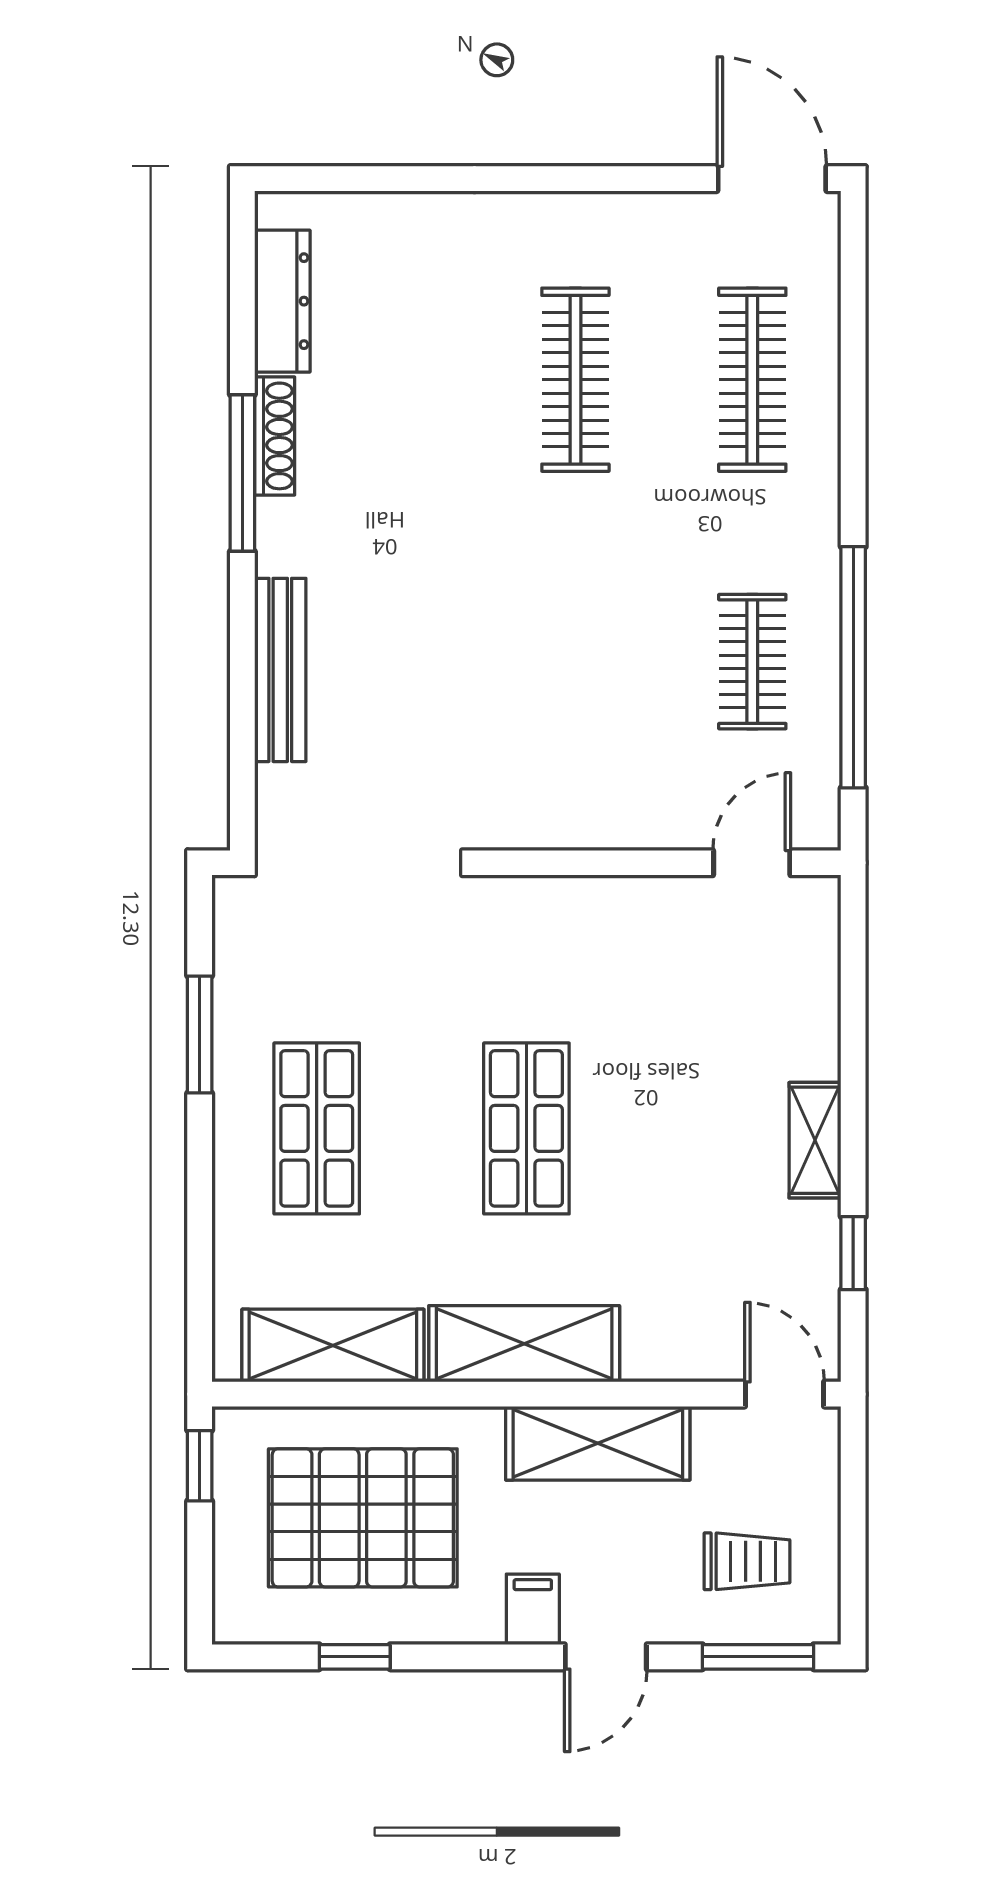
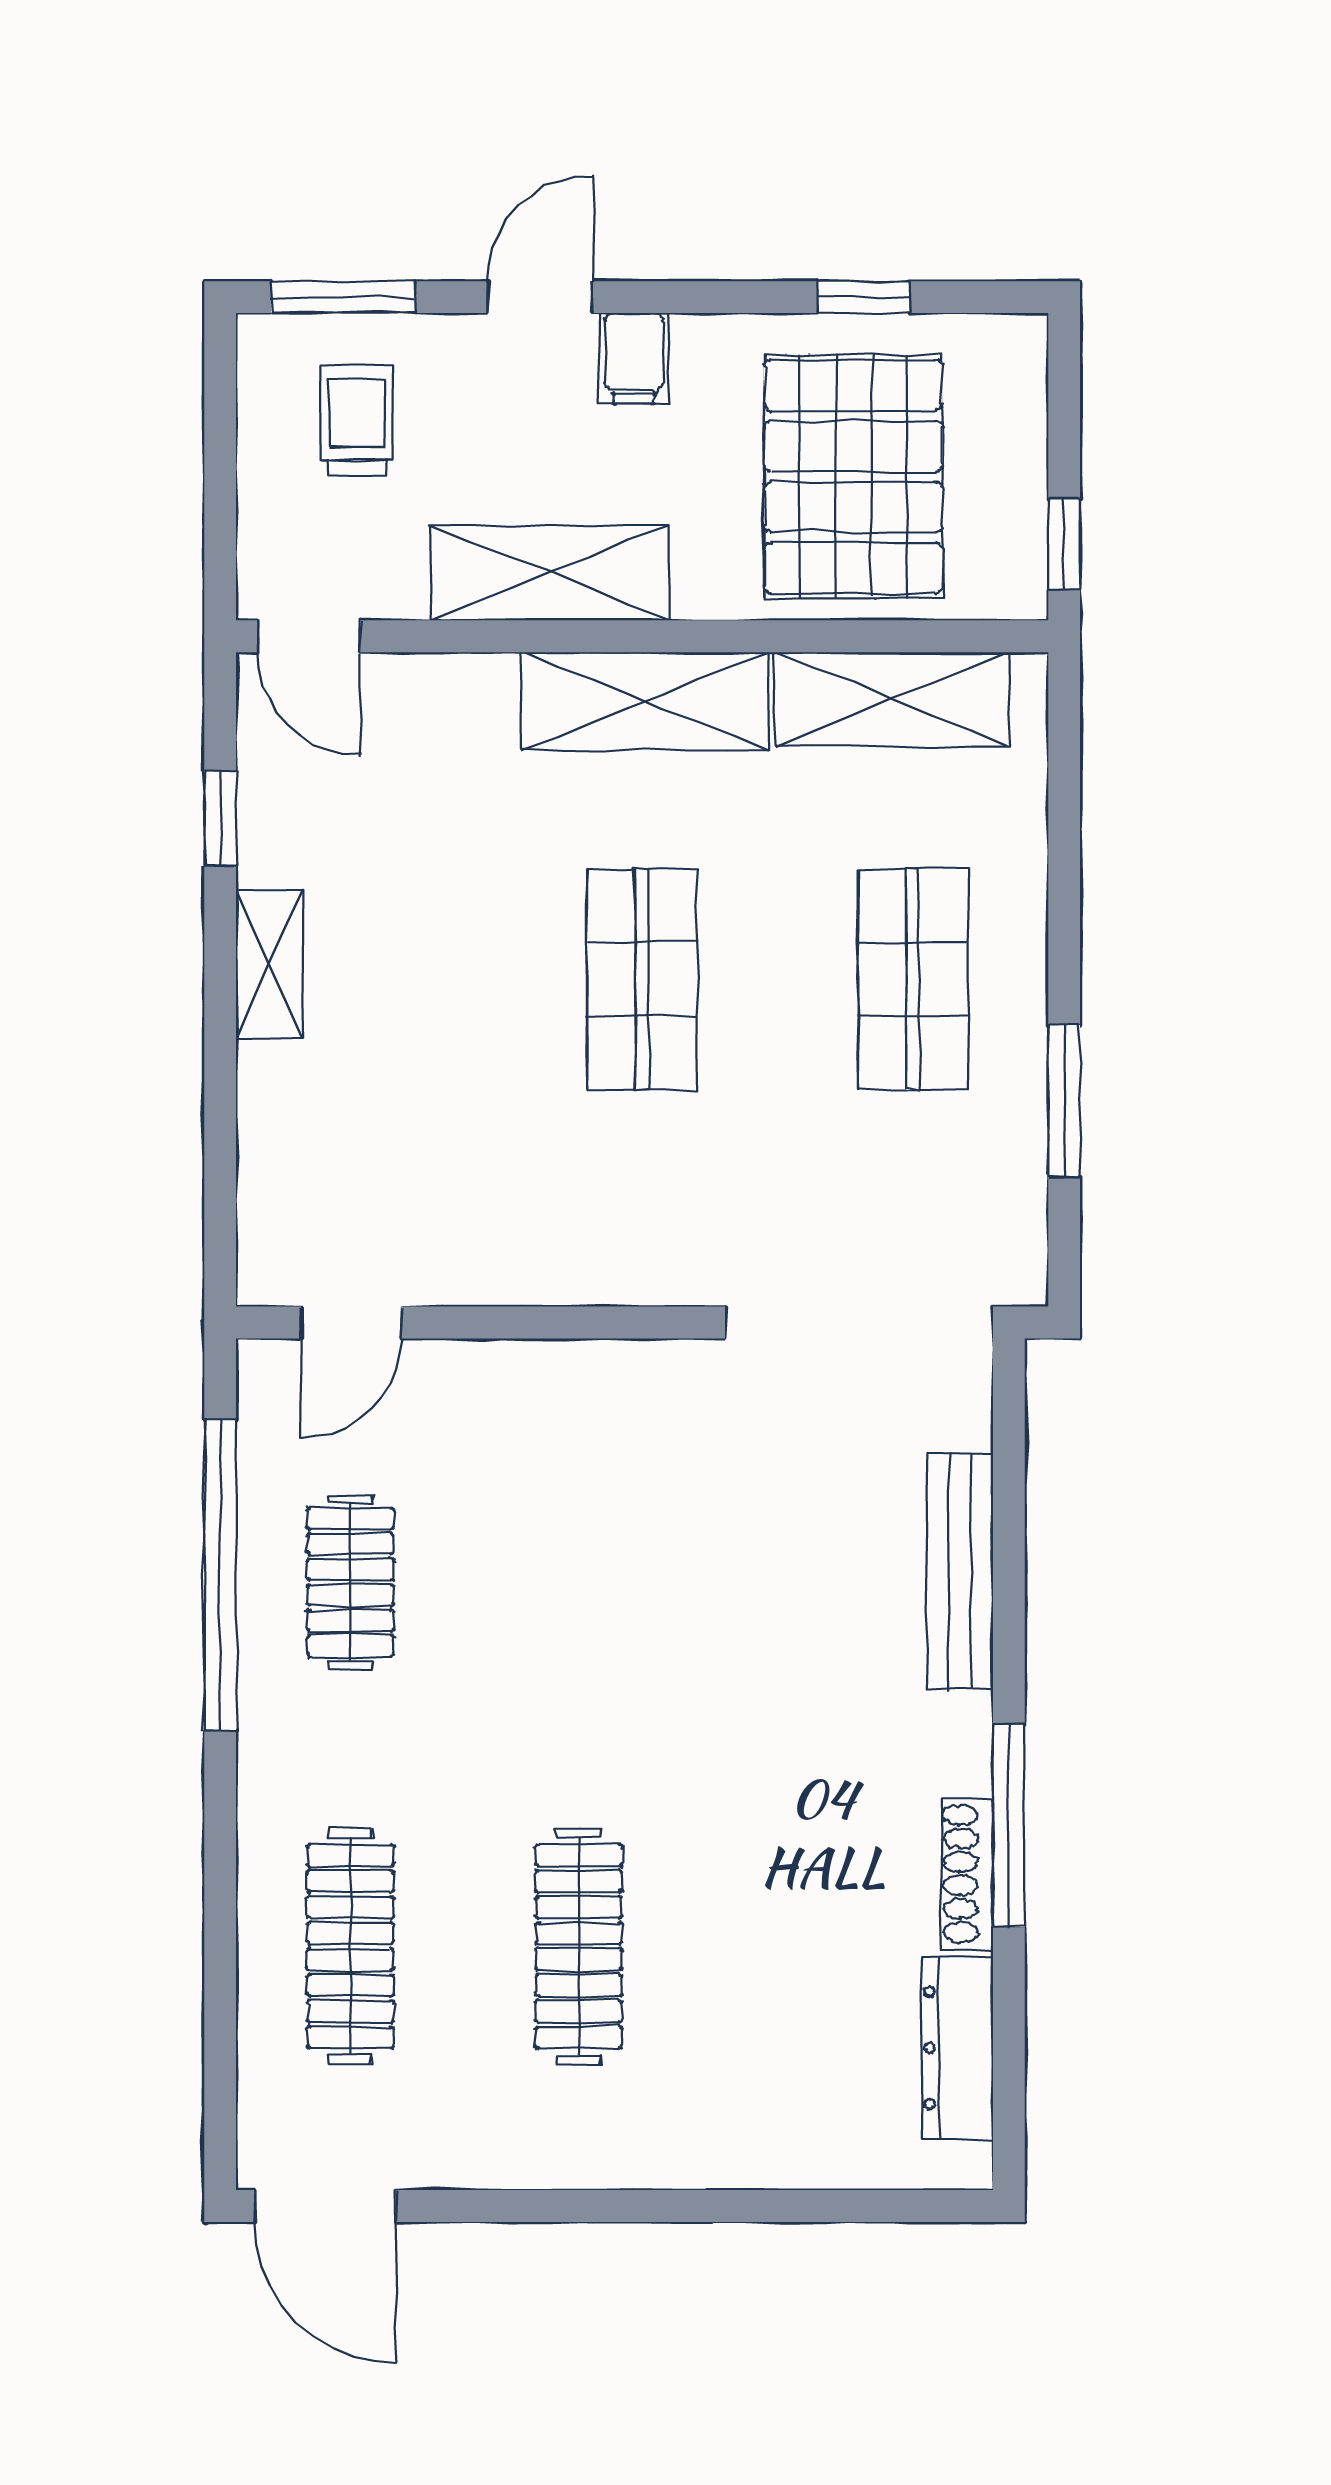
pallet: (363, 1518) -> (853, 476), turned 90
trolley: (747, 1561) -> (357, 420), turned 90

